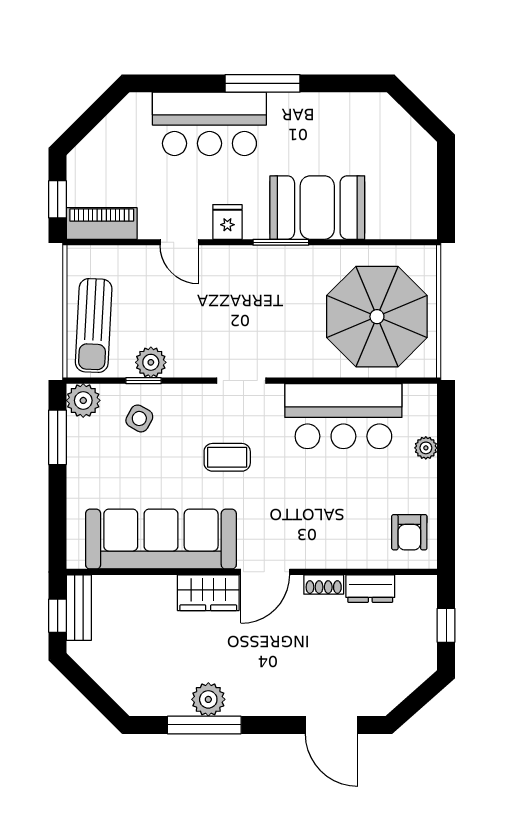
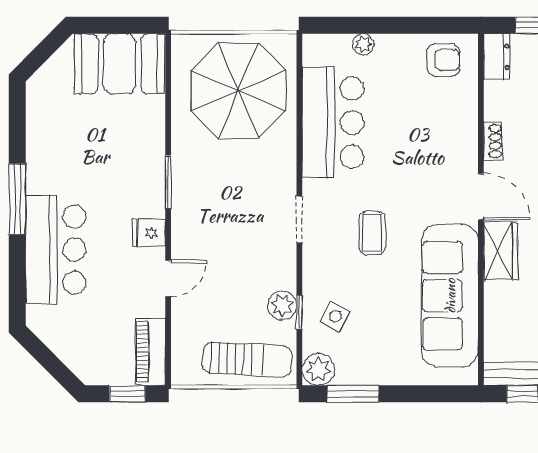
booth: (317, 208) -> (119, 64), moved, turned 90
dresser: (370, 589) -> (497, 57), moved

